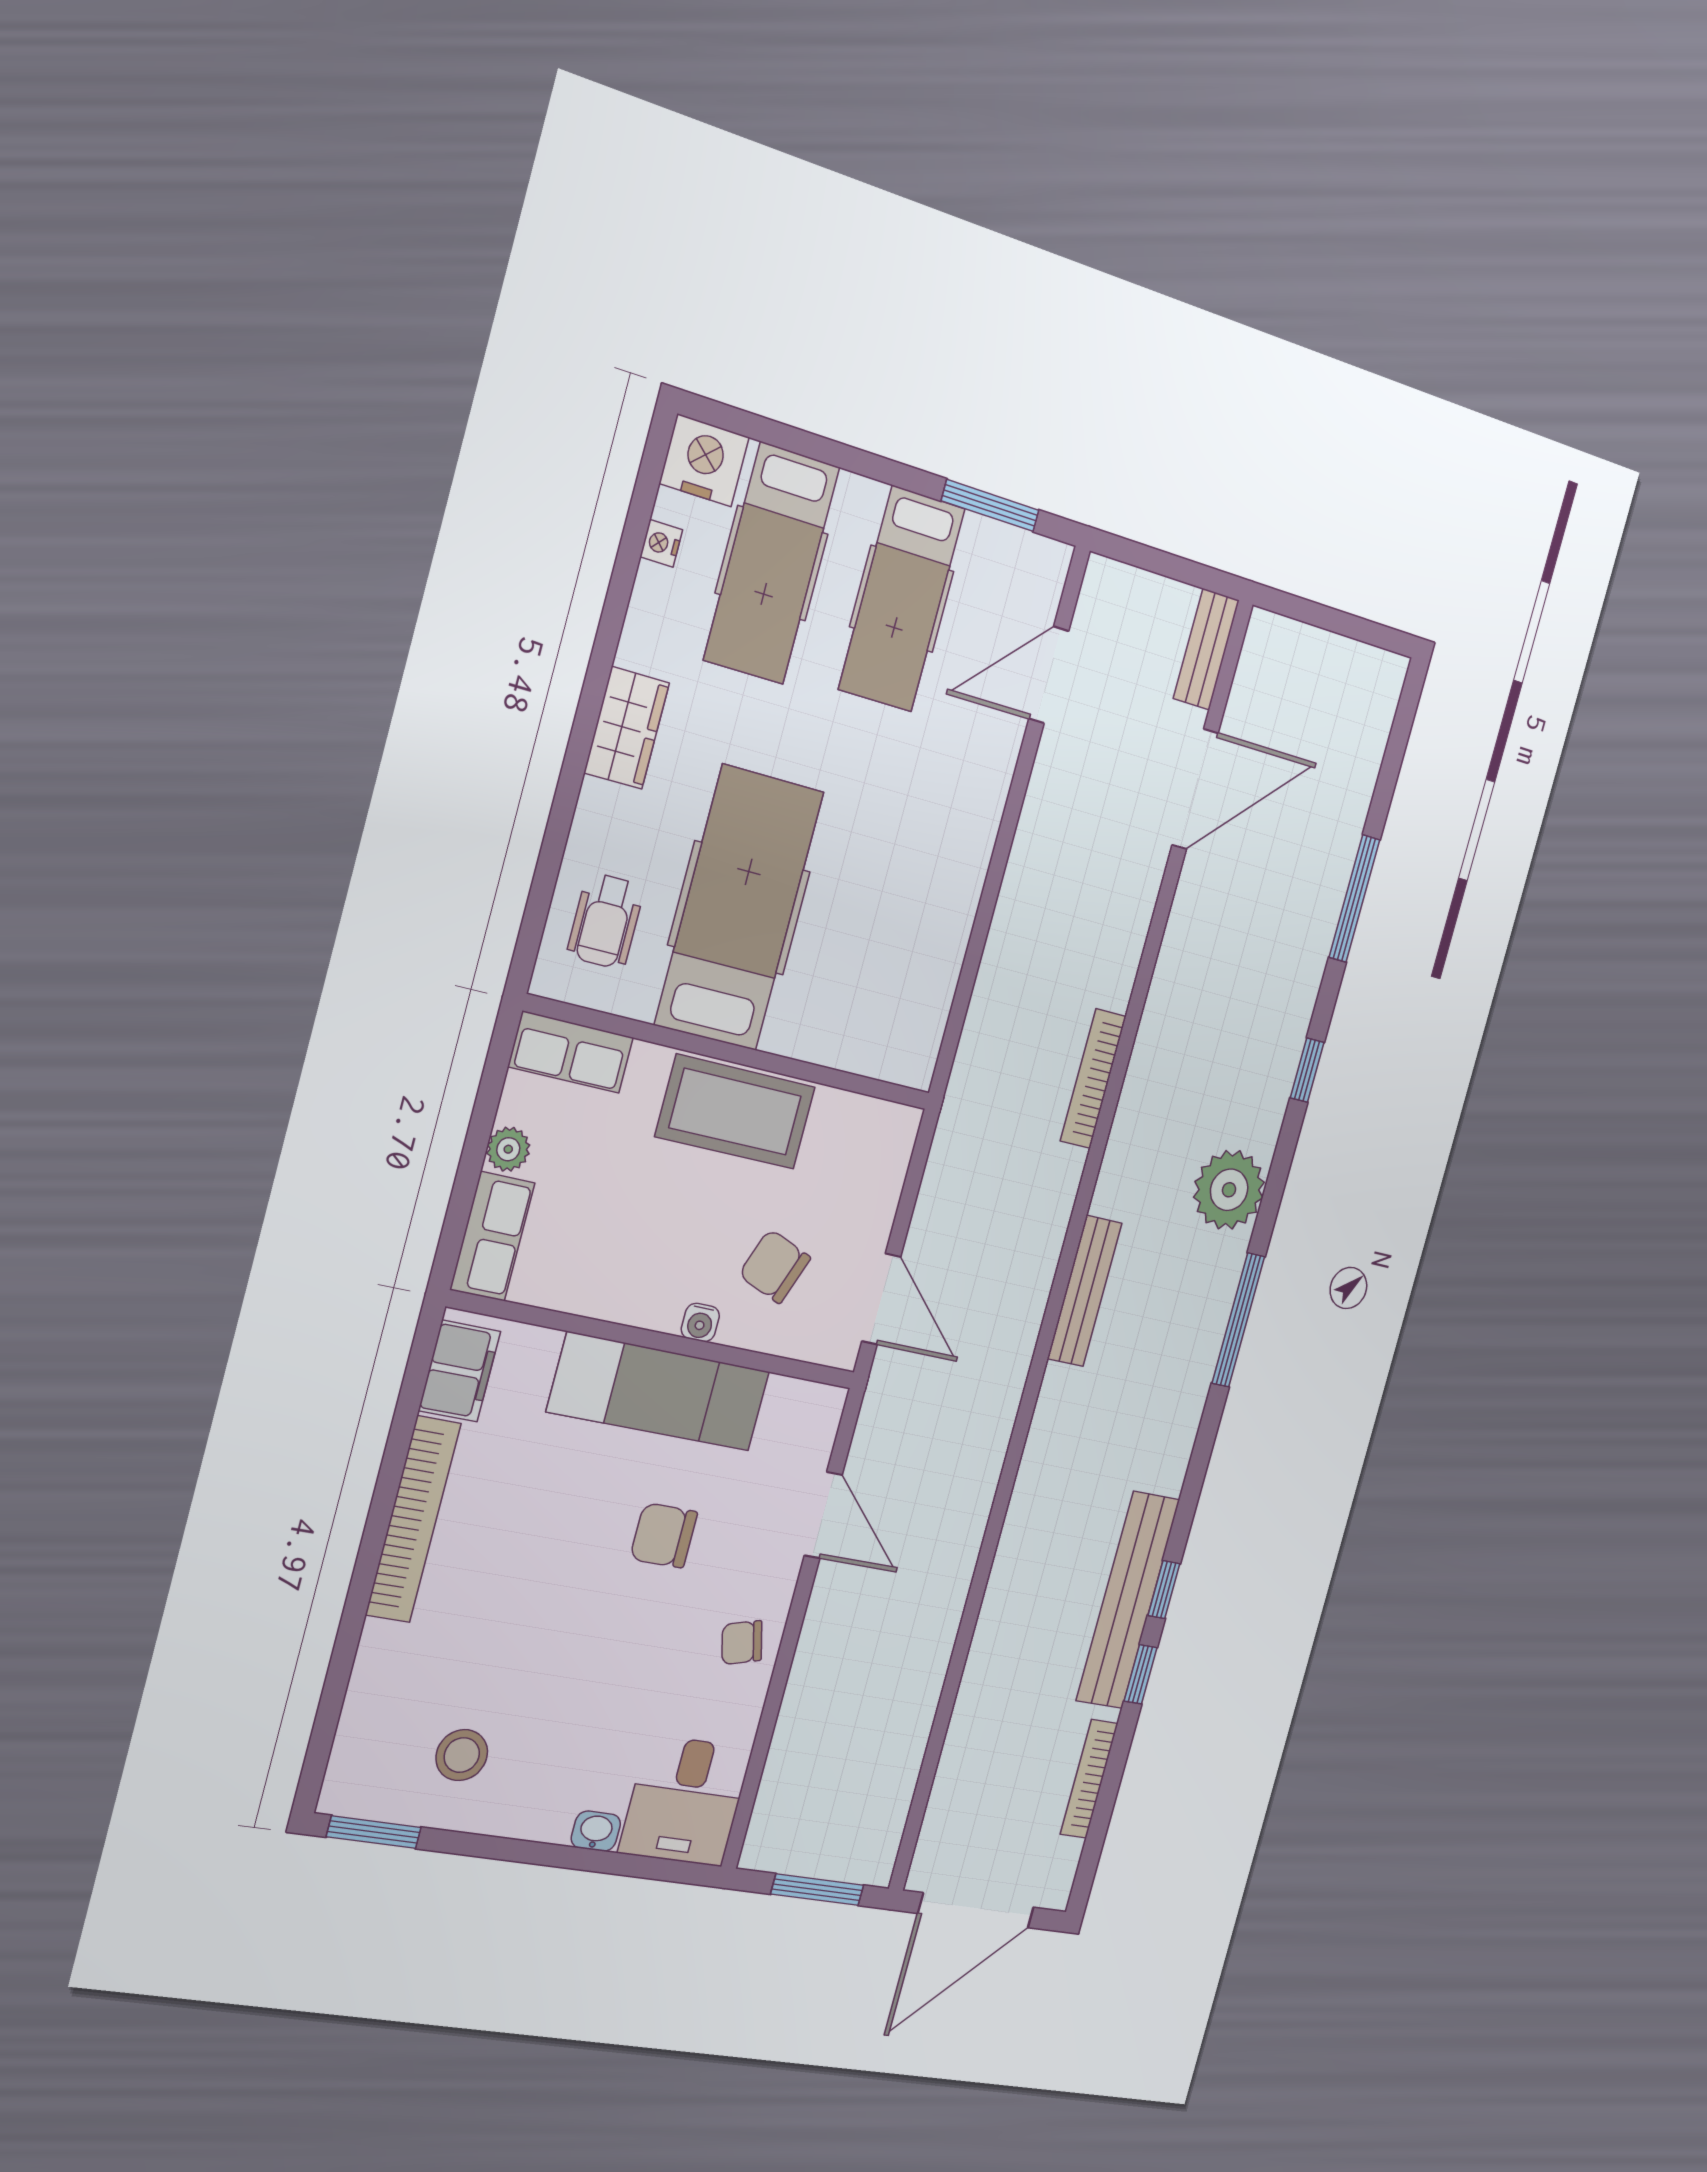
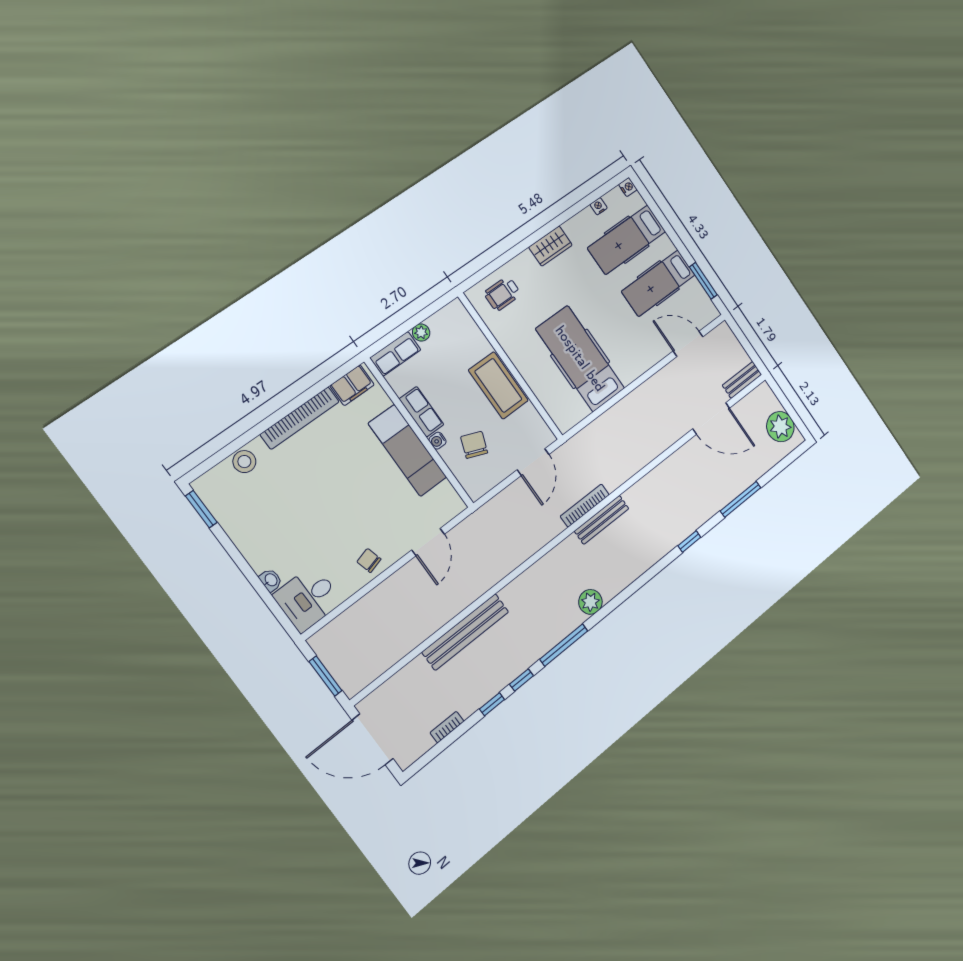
nightstand: (704, 460) -> (628, 187), width x0.53, depth x0.56
plant: (1344, 677) -> (780, 427), added
hospital bed: (739, 908) -> (580, 359), moved, turned -90
row of seats: (571, 1052) -> (422, 412), moved, turned 180
bookcase: (1093, 1079) -> (585, 505), moved
plant: (1229, 1190) -> (590, 602), moved, width x0.73, depth x0.73
bench: (1085, 1291) -> (602, 520), moved
door: (881, 1299) -> (533, 462), moved
window: (1238, 1320) -> (564, 645), moved
chair: (664, 1535) -> (372, 499), removed
bench: (1128, 1600) -> (466, 632), moved
stool: (462, 1755) -> (244, 462), moved
bookcase: (1089, 1779) -> (447, 727), width x0.64

